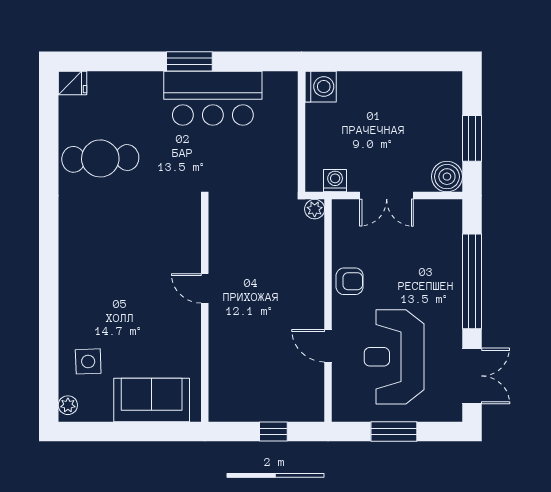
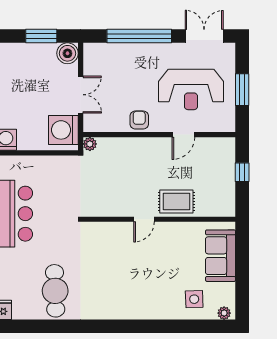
washing machine: (335, 181) -> (63, 130), width x1.89, depth x1.89
rug: (231, 336) -> (176, 202), added

